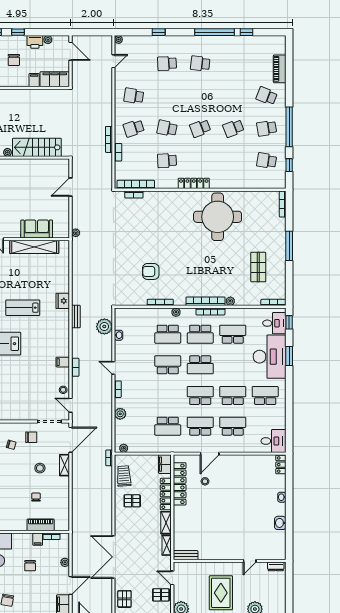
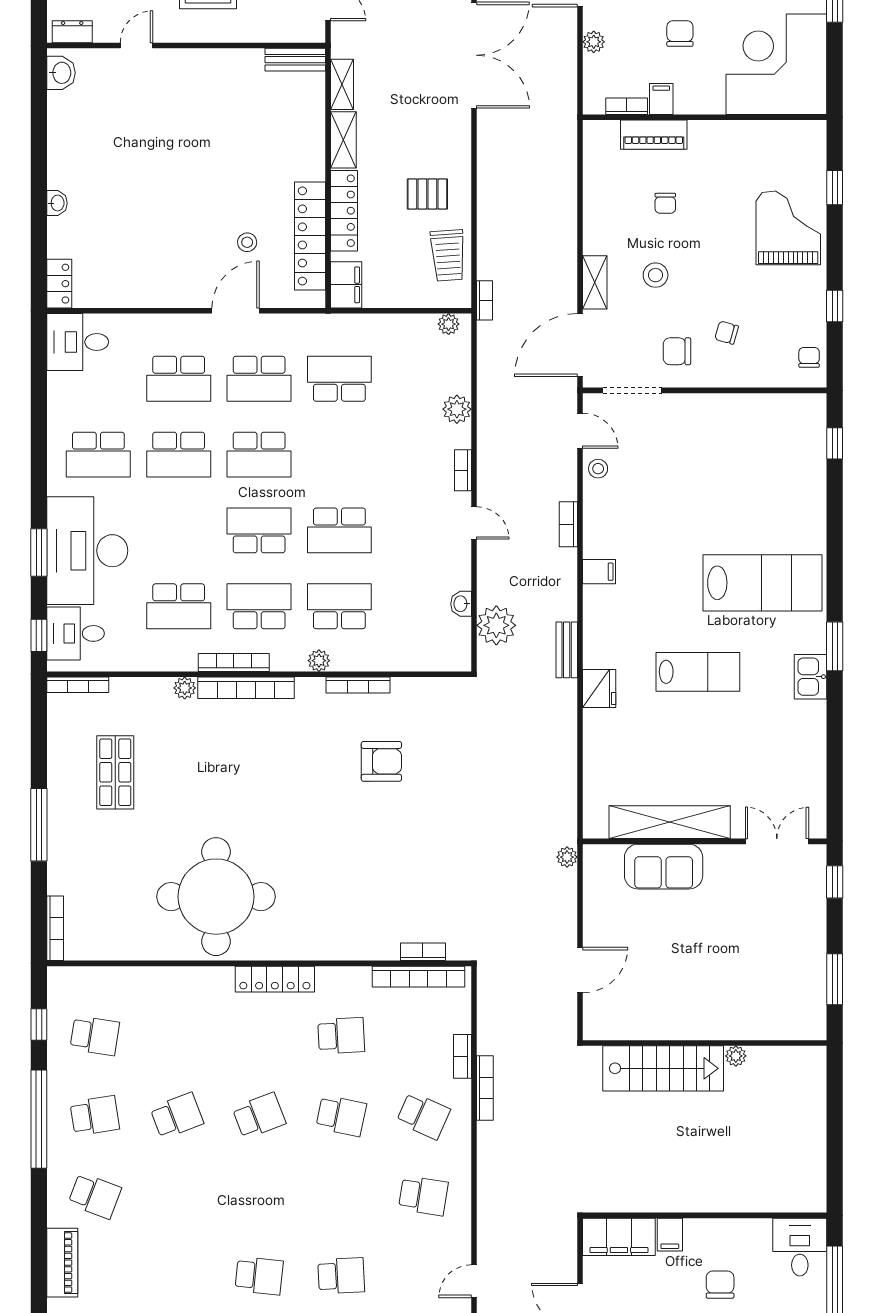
school desk: (134, 128) -> (423, 1116), turned 42
filing cabinet: (63, 362) -> (599, 572), moved
washbasin: (280, 523) -> (61, 73), moved

